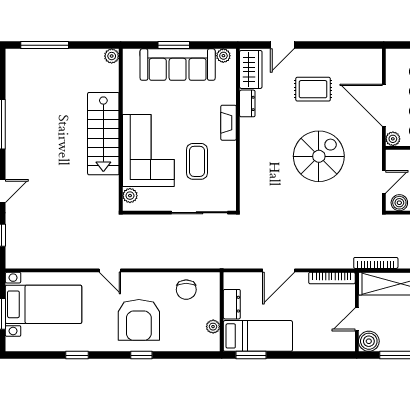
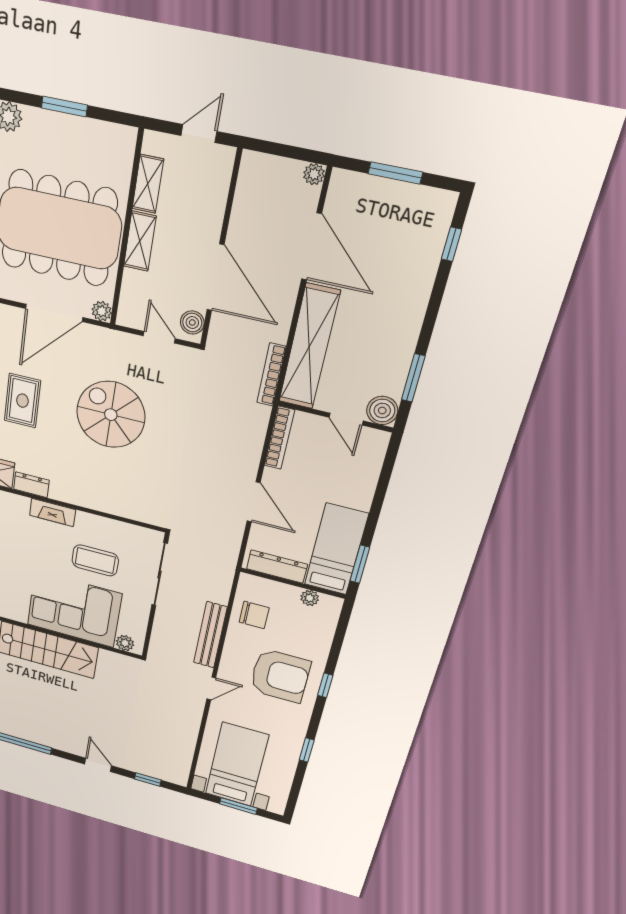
bench: (158, 260) -> (210, 635), added
dresser: (232, 304) -> (277, 567), width x1.44

